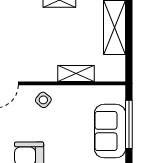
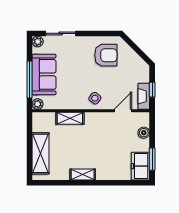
plant: (118, 92) -> (38, 104), added

